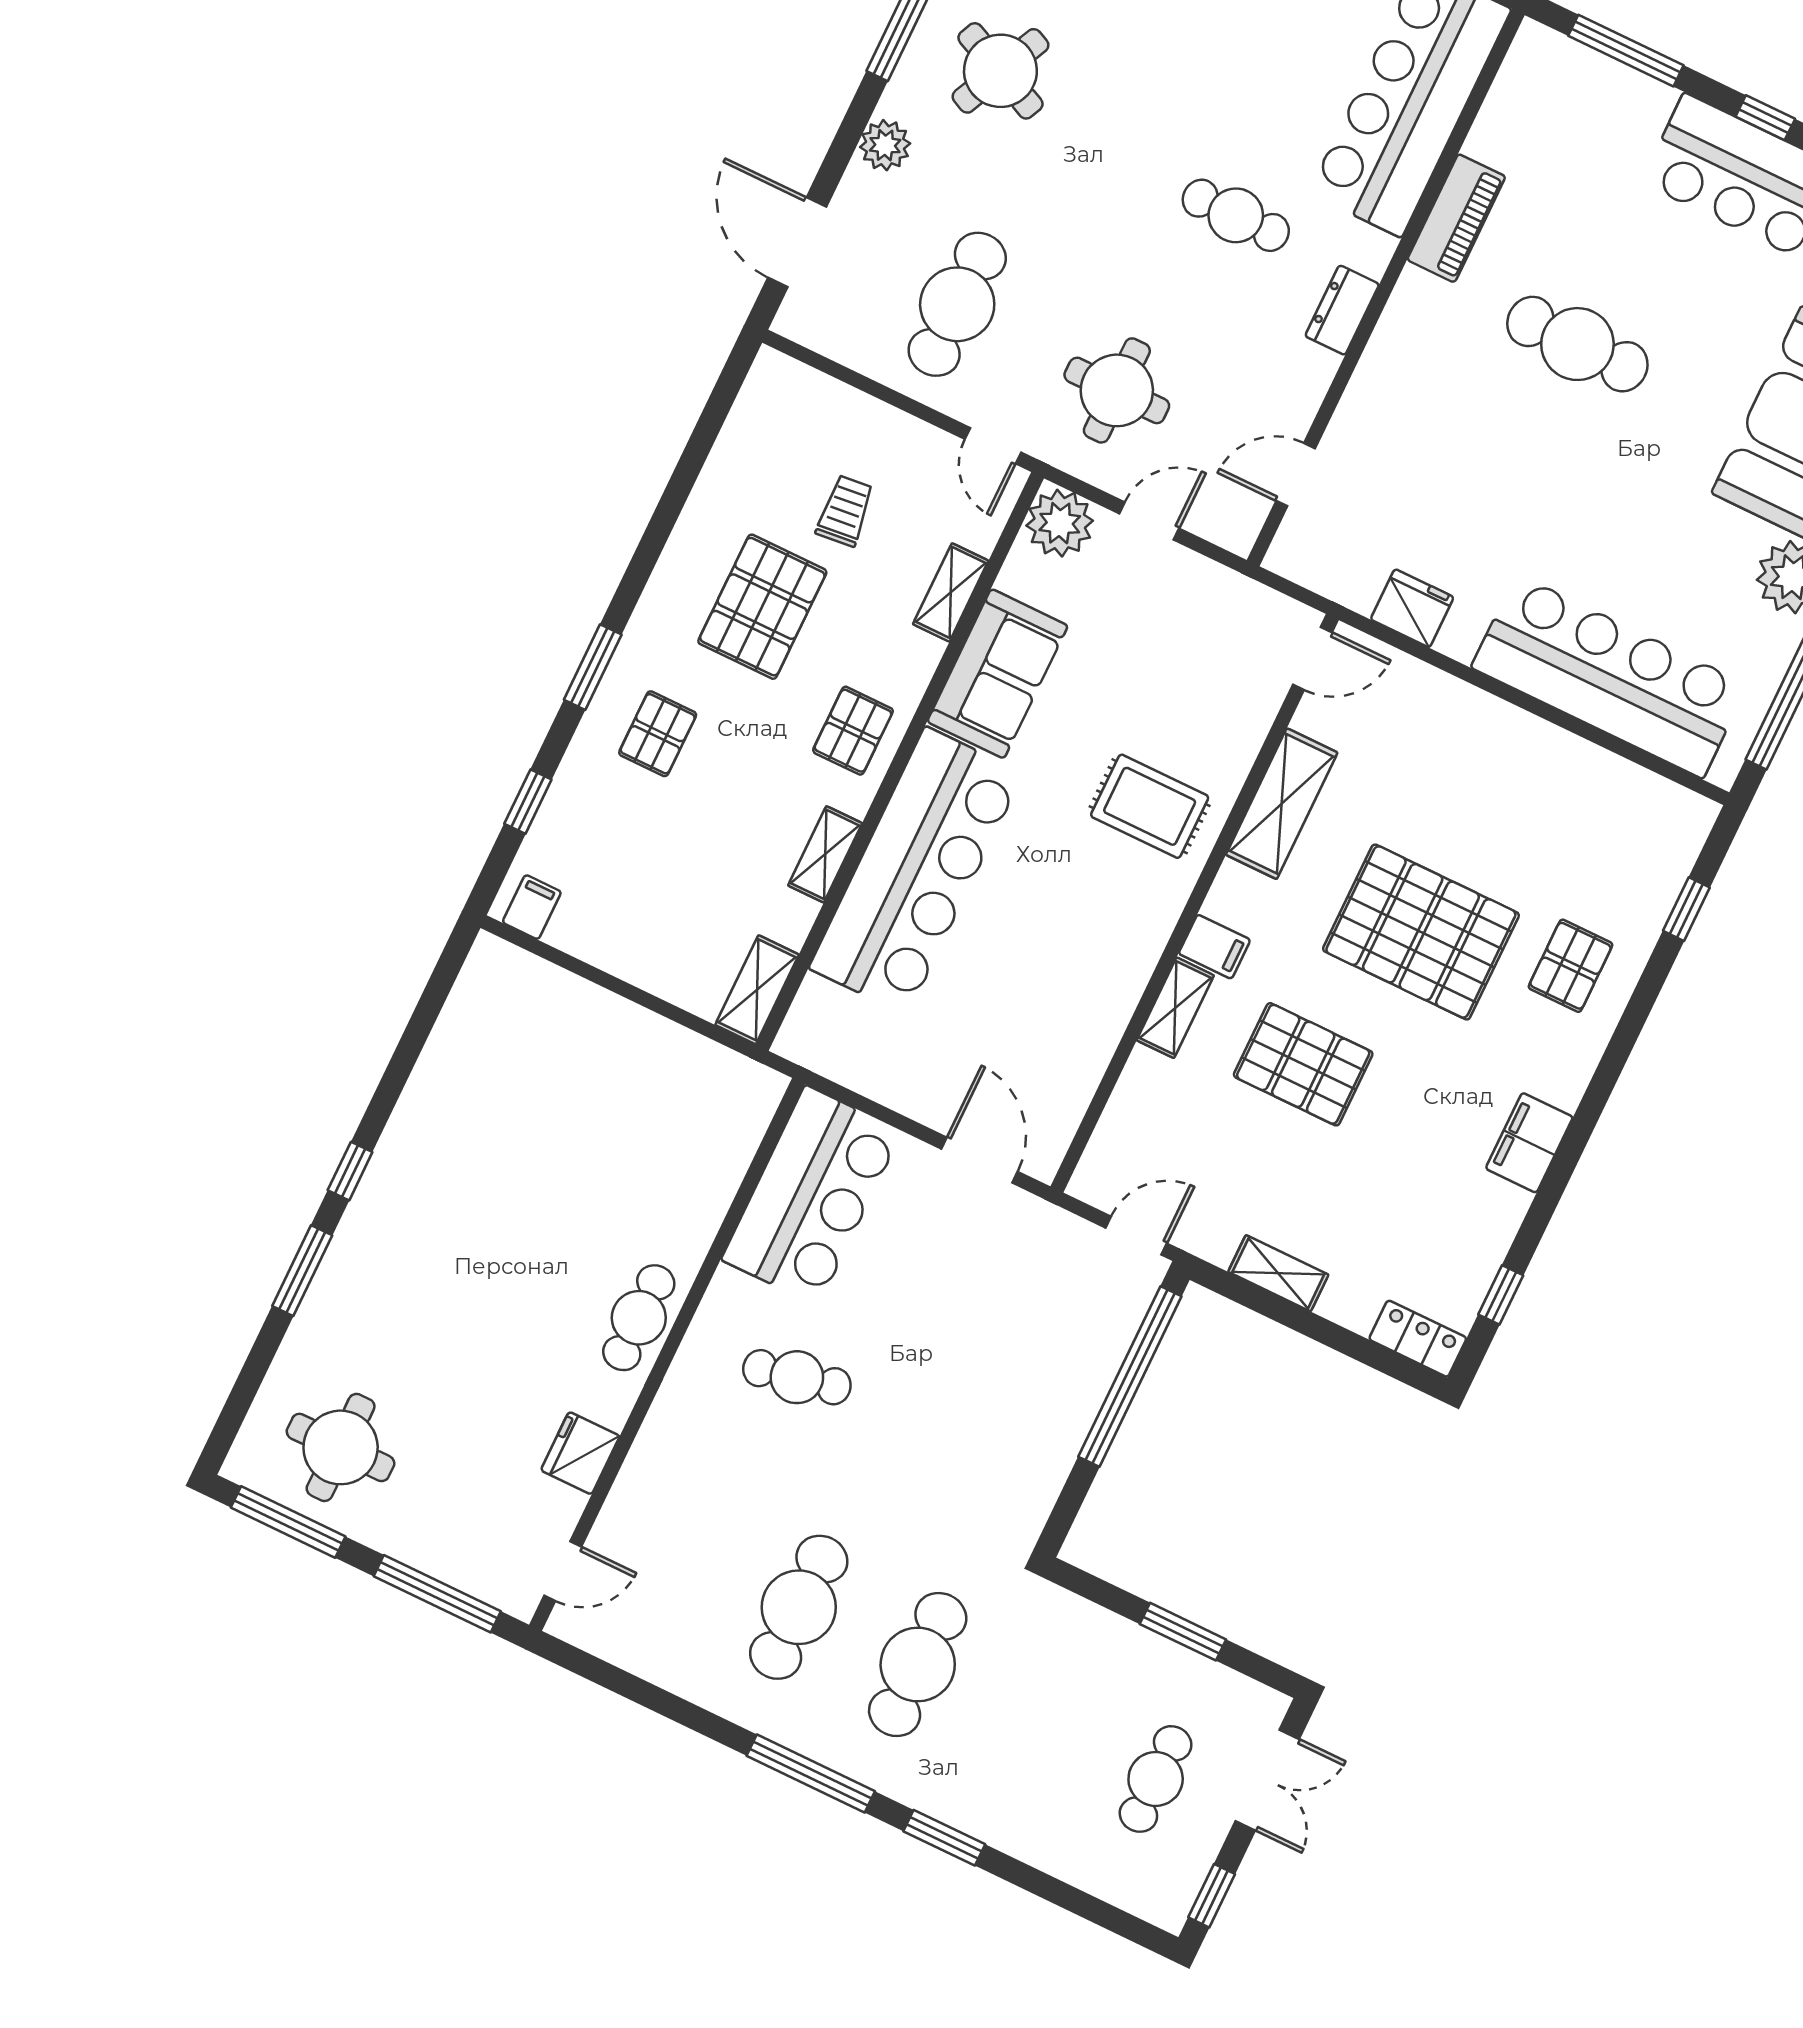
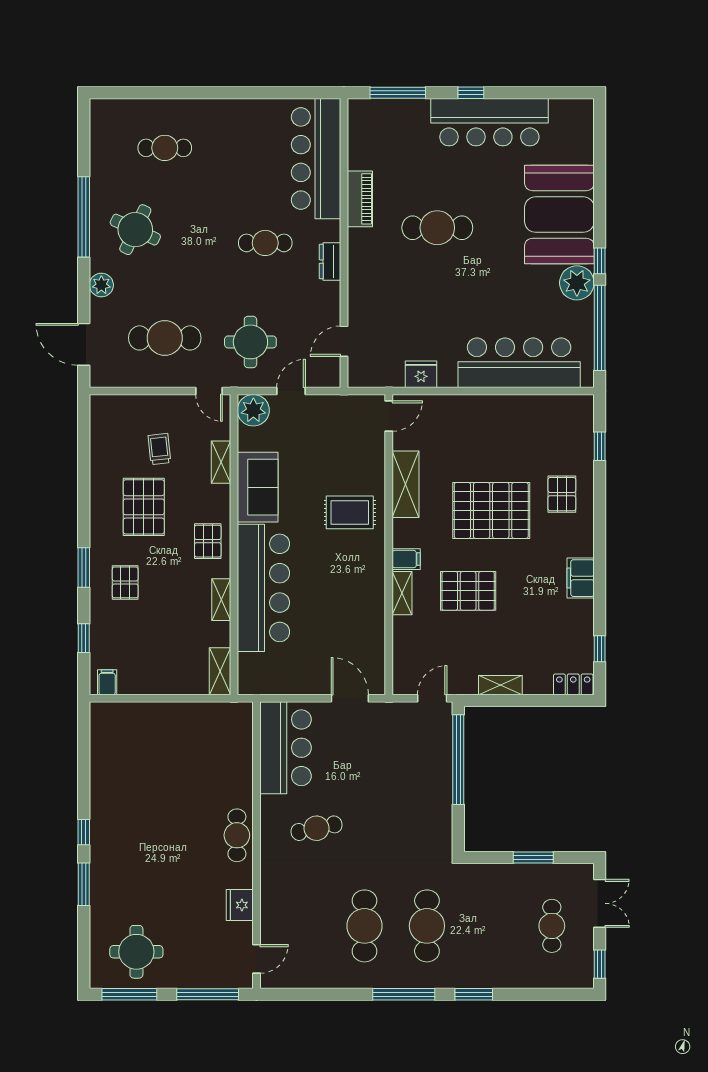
cafe table: (957, 304) -> (165, 338), turned 90

